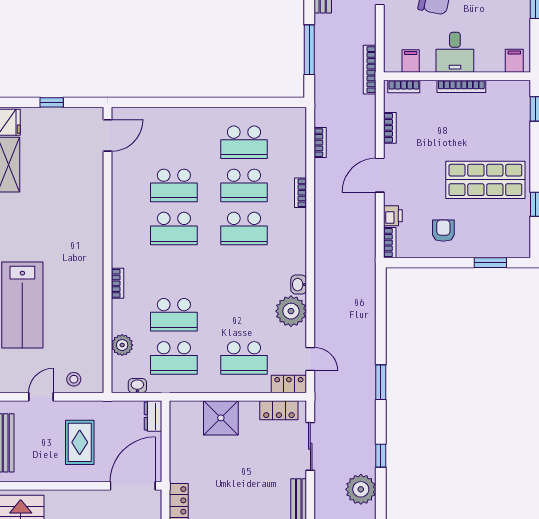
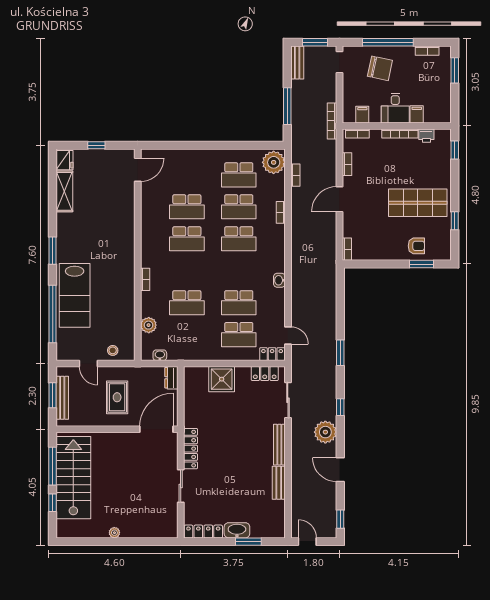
filing cabinet: (514, 61) -> (417, 114), moved
printer: (393, 216) -> (426, 136), moved, turned 90
armchair: (443, 231) -> (416, 246), moved, turned 90
plant: (291, 311) -> (274, 162), moved
school desk: (174, 358) -> (239, 303), moved
door: (41, 397) -> (88, 364), swing flipped

